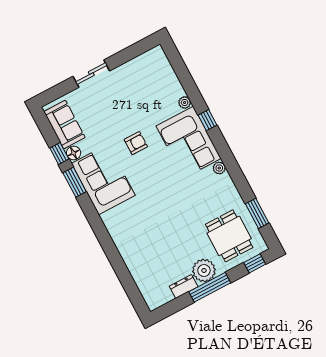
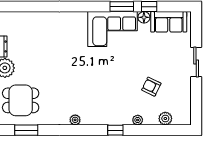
plant: (168, 74) -> (165, 119), added
corner sofa: (189, 142) -> (106, 107), removed
armchair: (136, 143) -> (151, 87), moved, turned 116

